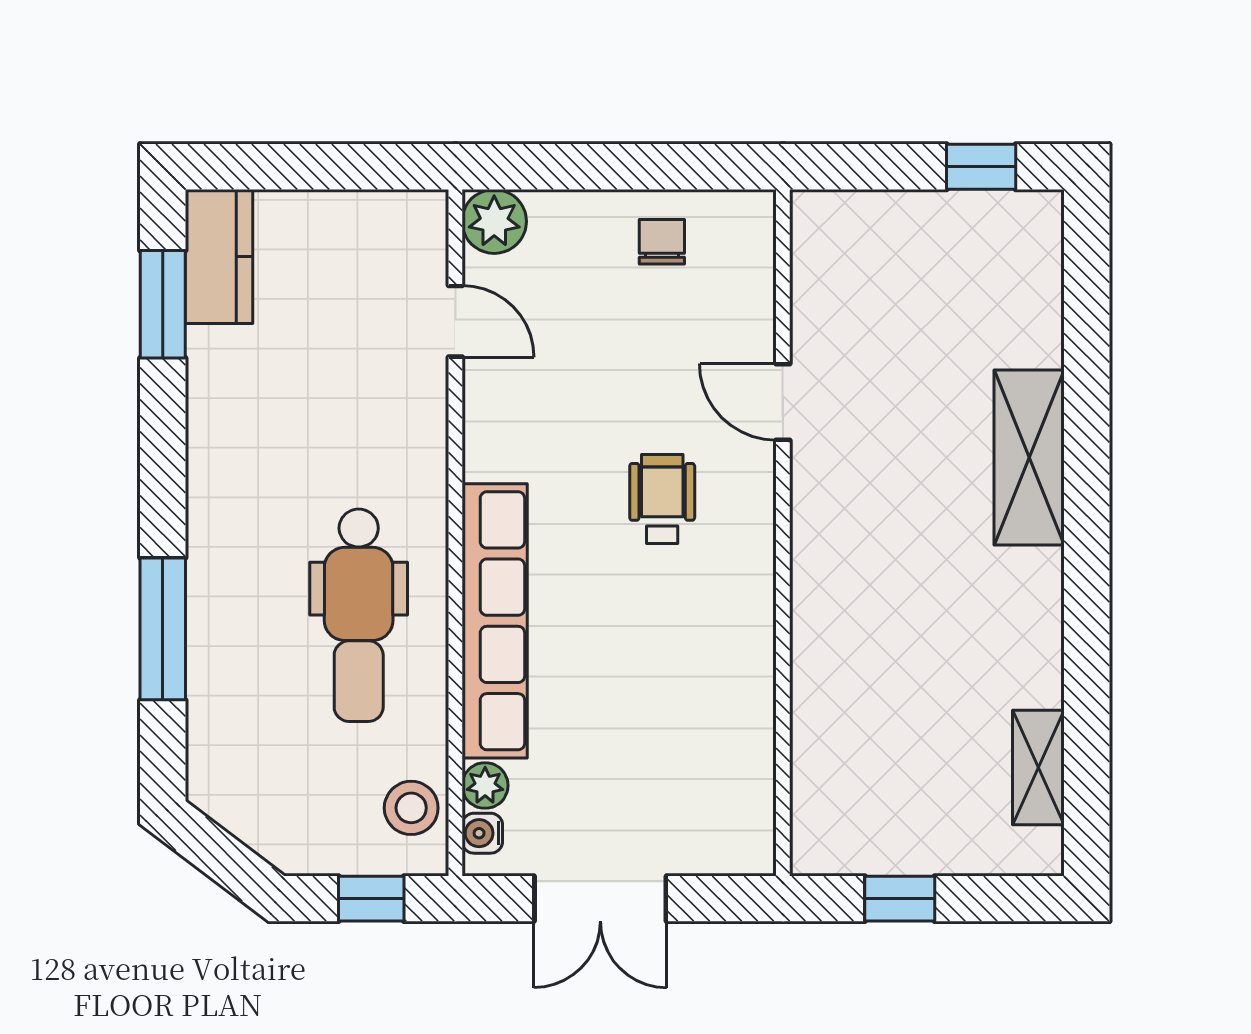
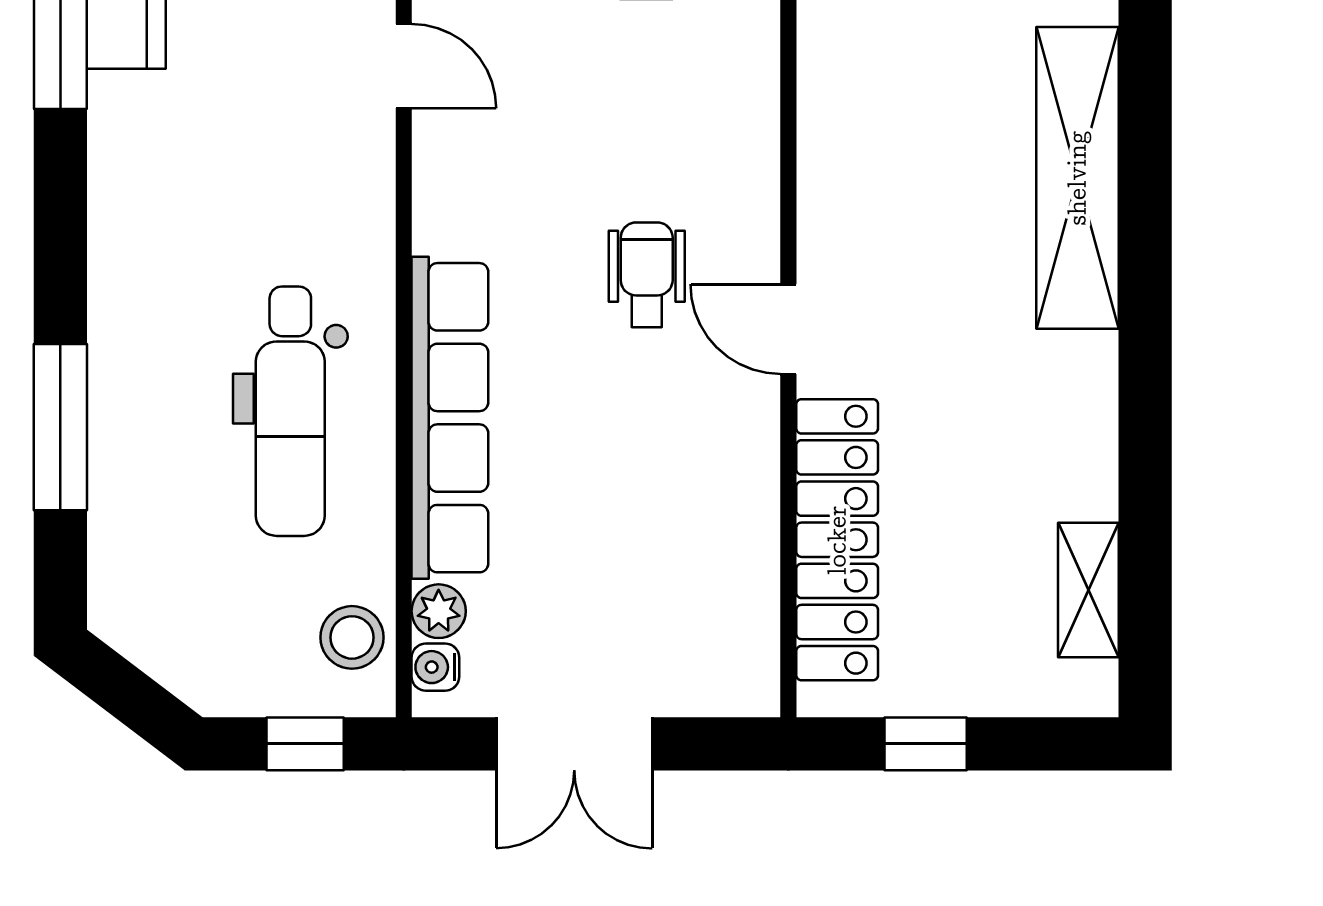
door: (783, 402) -> (788, 329), moved
shelving: (1029, 457) -> (1077, 178), width x1.47
locker: (824, 725) -> (837, 540), added

